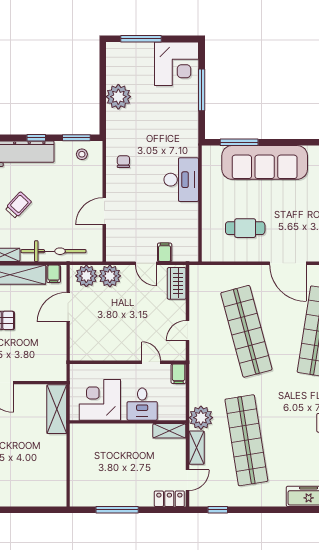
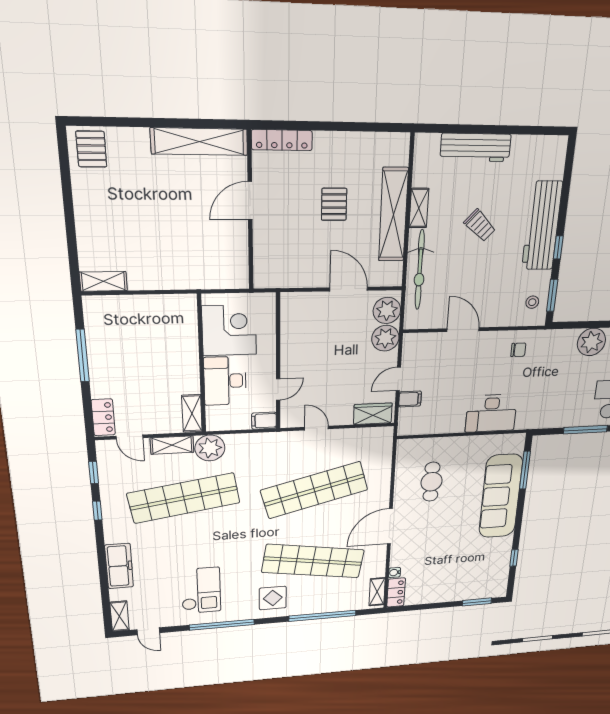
filing cabinet: (54, 274) -> (392, 270), removed
desk: (142, 404) -> (225, 381), width x1.37
shelving: (57, 409) -> (103, 281), moved, width x0.67, depth x0.75
window: (253, 510) -> (97, 511), added

